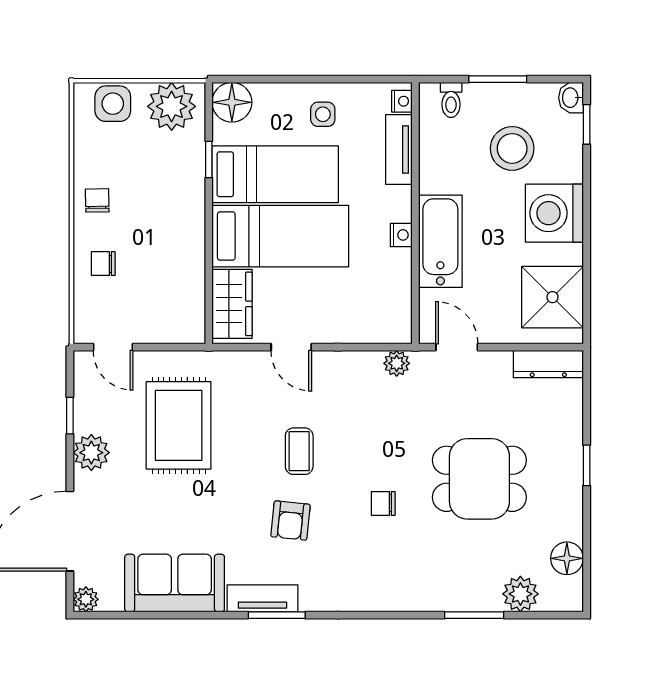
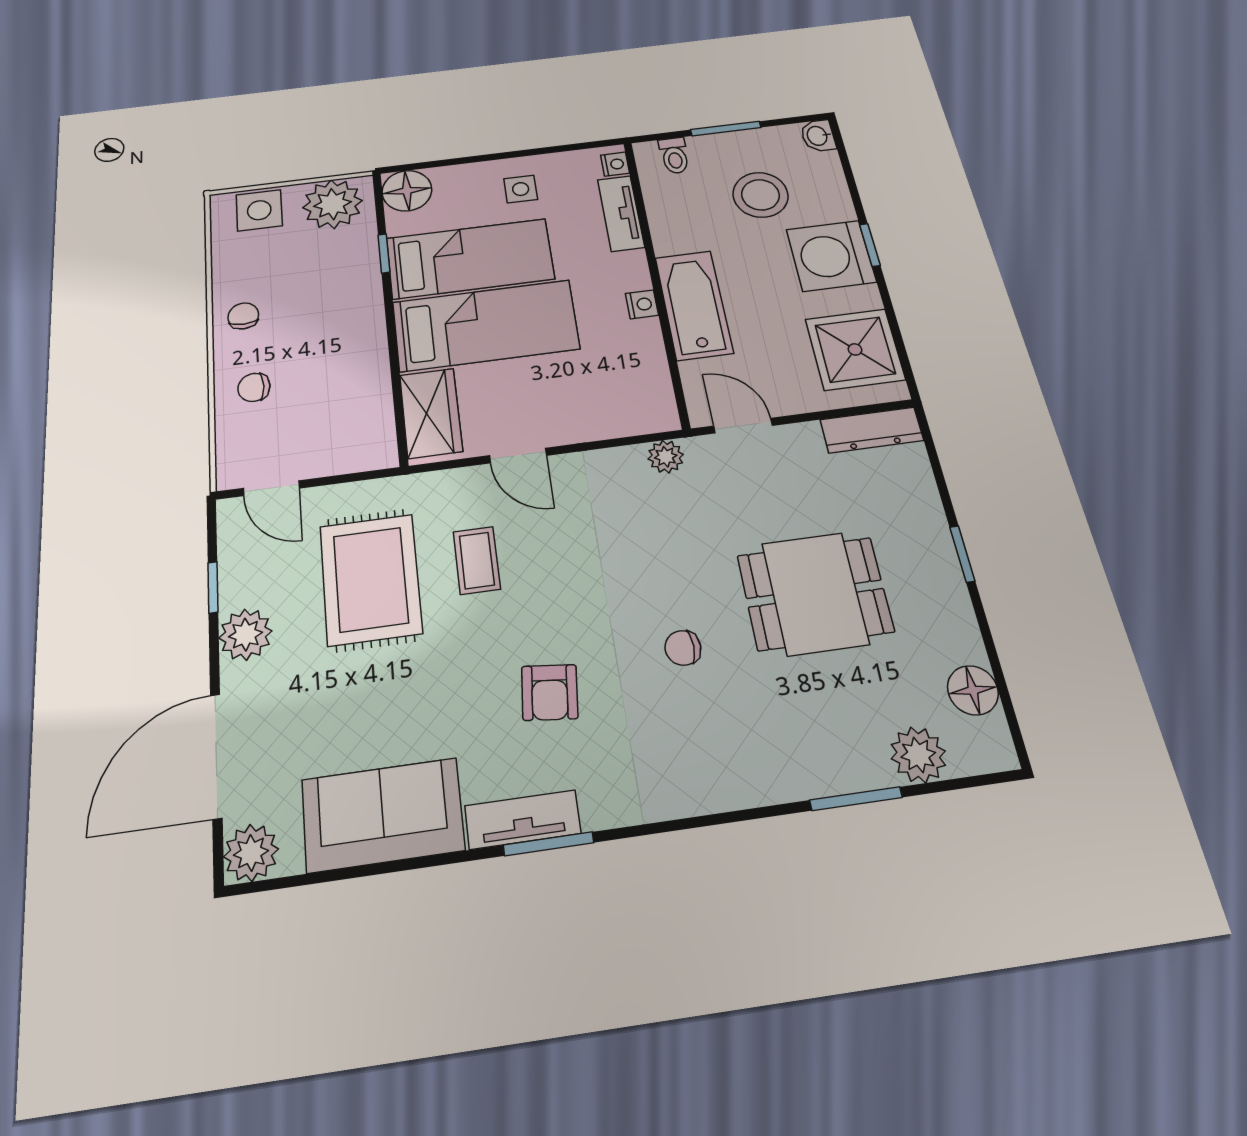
window: (587, 124) -> (870, 245), moved
coffee table: (299, 451) -> (477, 560), moved
plant: (86, 599) -> (251, 853), width x1.38, depth x1.38

